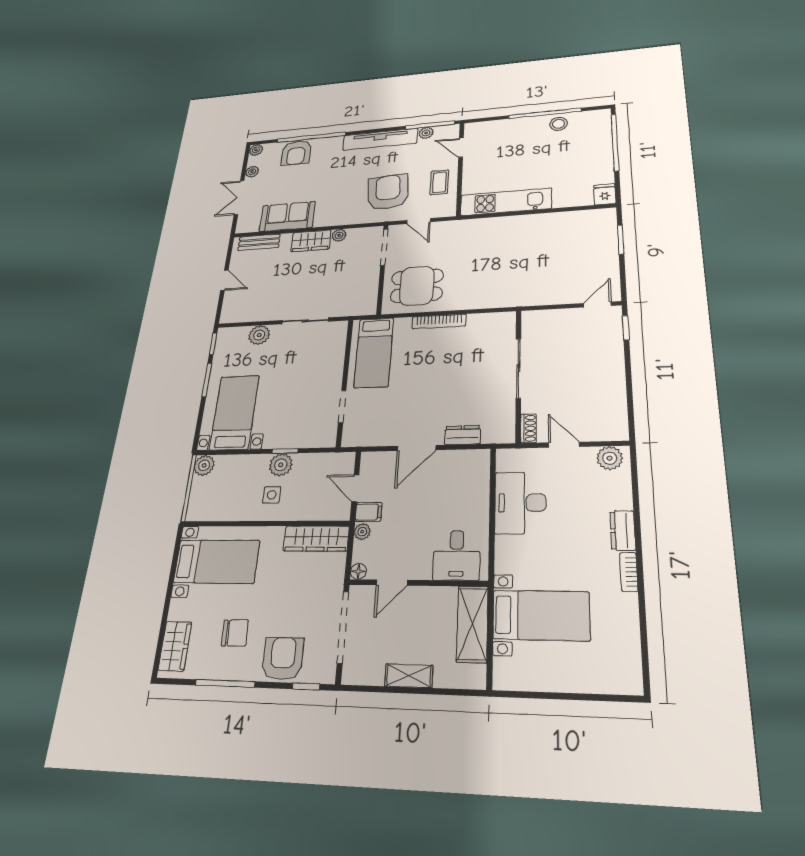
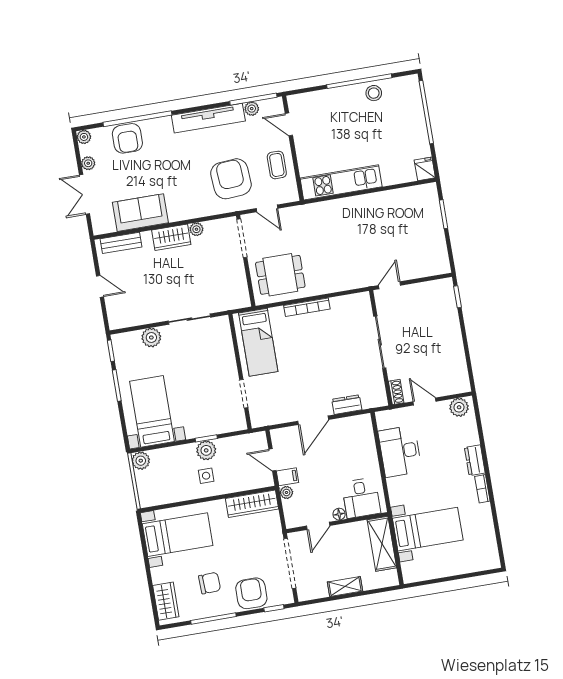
door: (597, 305) -> (390, 285), moved
floor lamp: (358, 571) -> (339, 514), moved

